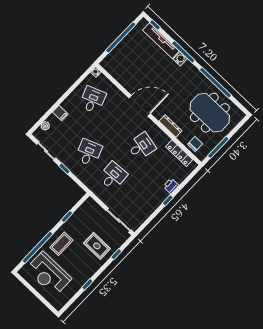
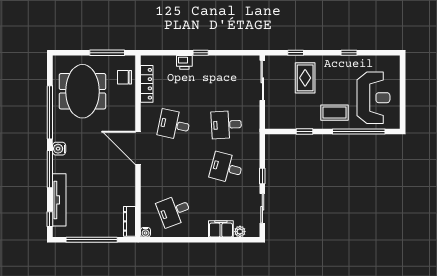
water cooler: (180, 59) -> (59, 149), moved
door: (140, 106) -> (138, 148), moved
filing cabinet: (60, 113) -> (221, 229), width x2.00
dresser: (171, 126) -> (129, 221), moved
desk: (89, 153) -> (226, 168), turned 36

